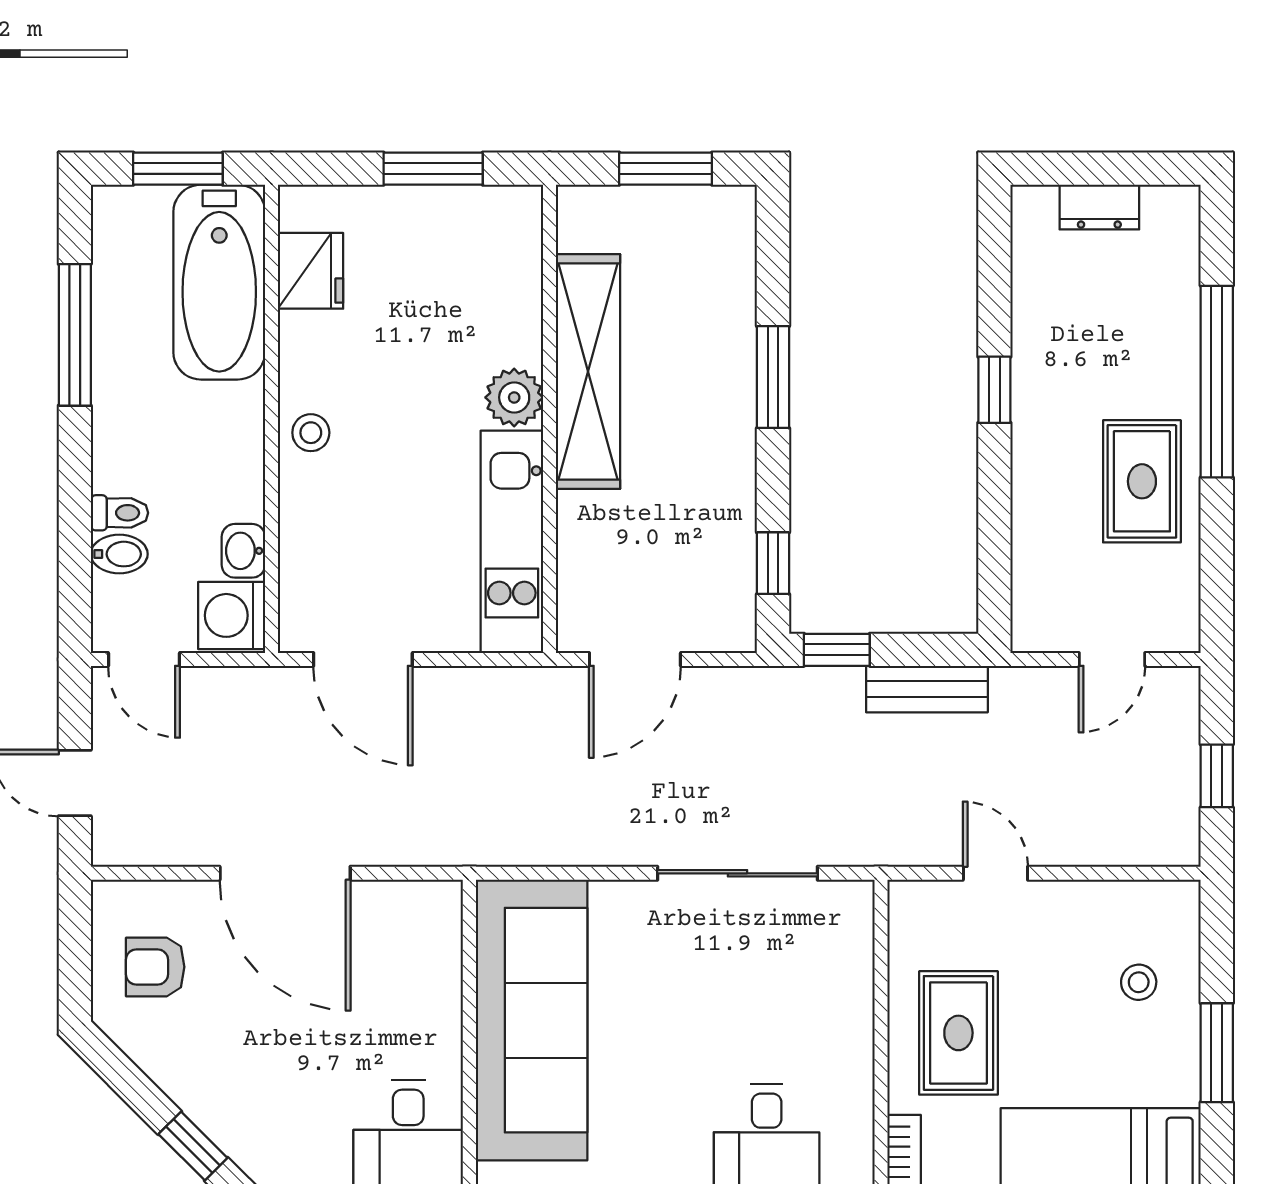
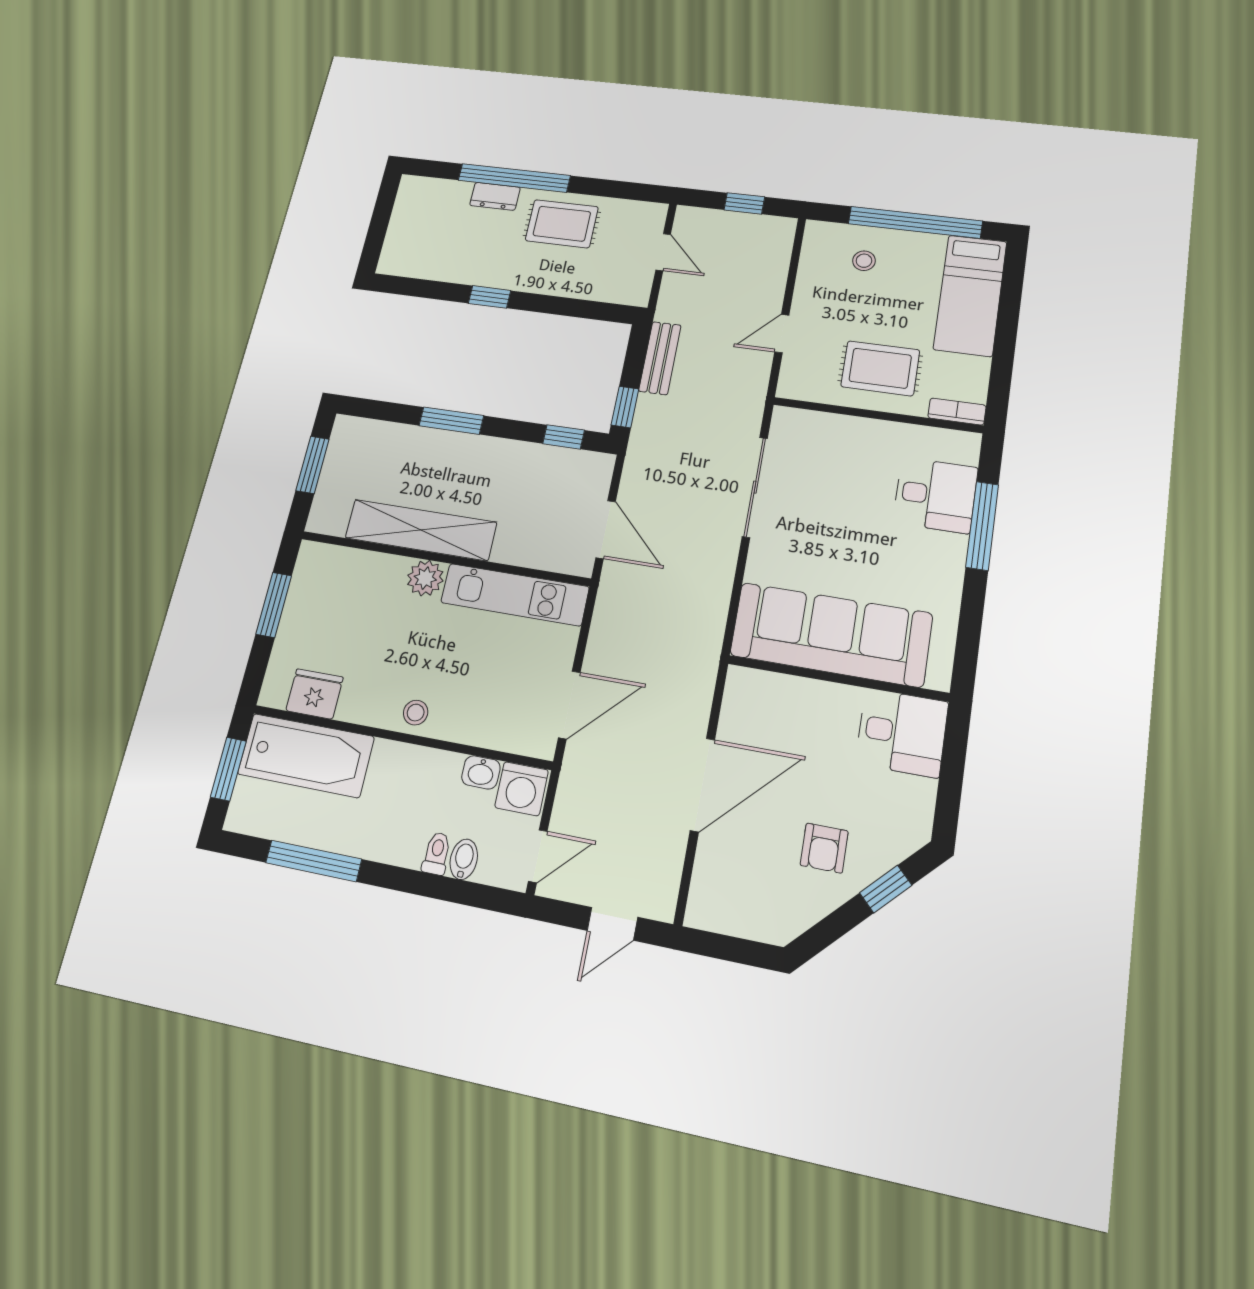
dresser: (1099, 207) -> (495, 196), moved, turned 90
armchair: (155, 967) -> (824, 848), moved
window: (1217, 1053) -> (915, 222), width x2.11

